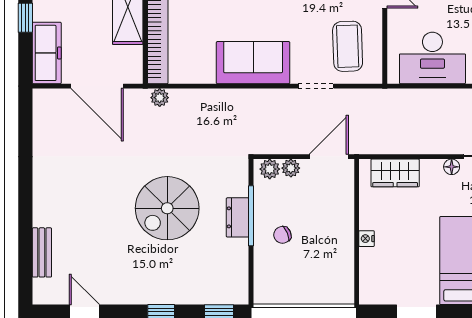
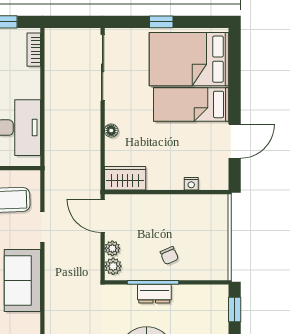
floor lamp: (452, 167) -> (111, 131), moved
wardrobe: (395, 173) -> (125, 178), moved, turned -90
nightstand: (367, 239) -> (191, 184), moved

